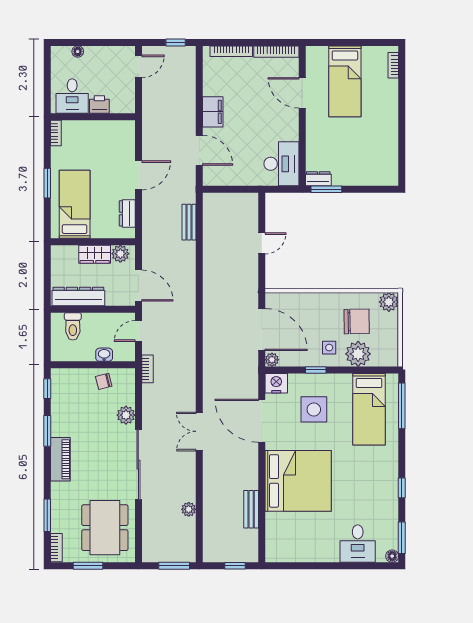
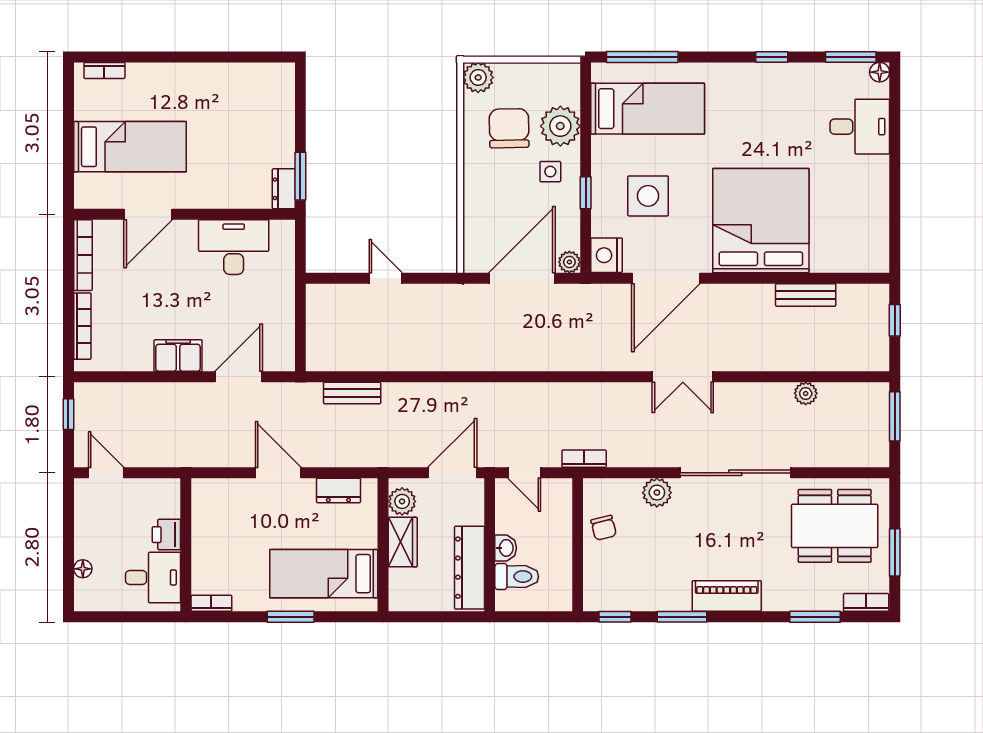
desk: (281, 164) -> (234, 247), moved
washbasin: (104, 355) -> (506, 548), moved, turned 180

